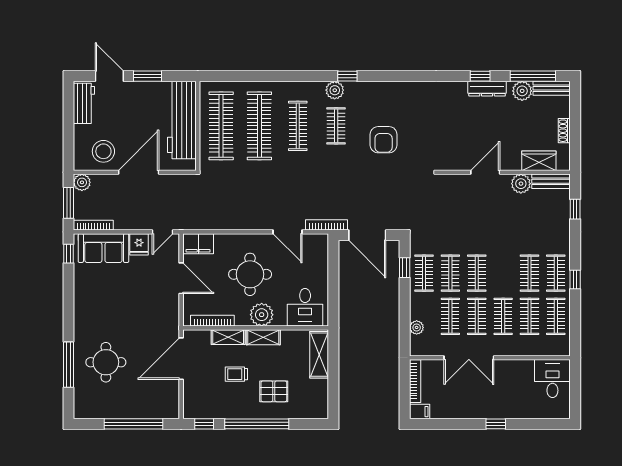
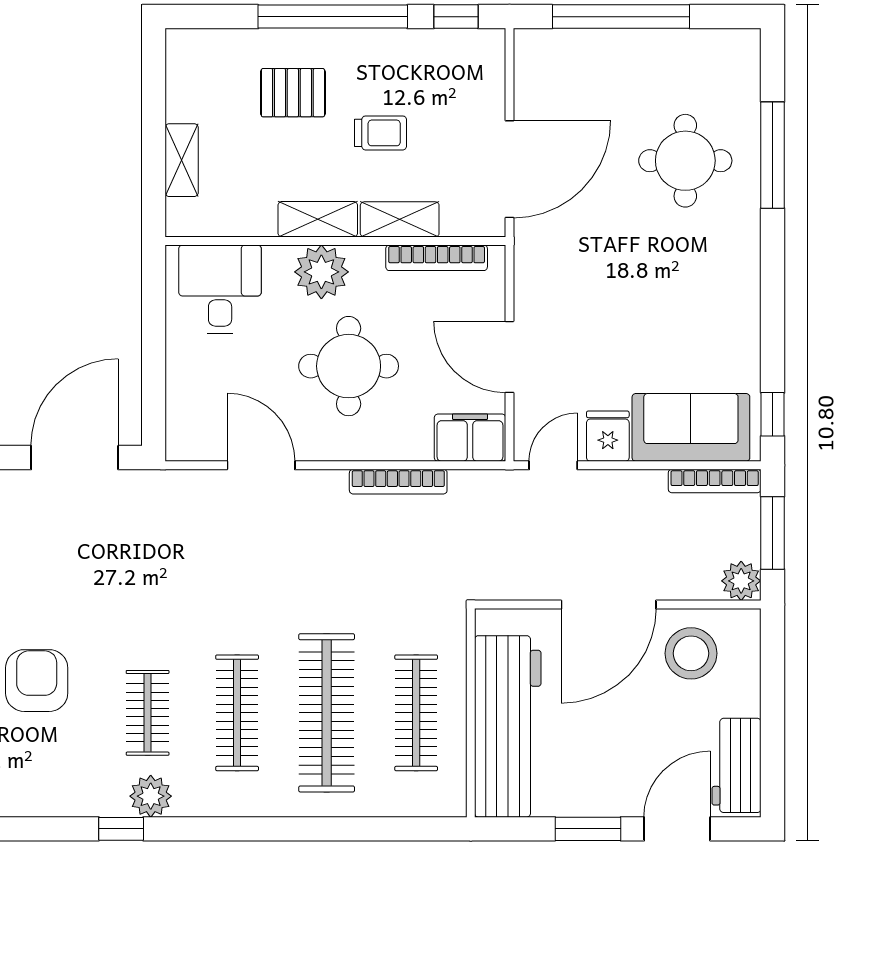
door: (109, 76) -> (677, 829), swing flipped
clothes rail: (221, 126) -> (416, 713), width x0.73, depth x0.76
bookcase: (327, 225) -> (398, 482), moved
door: (367, 235) -> (75, 458), hinge flipped
shelving: (319, 355) -> (182, 160), width x0.67, depth x0.75

